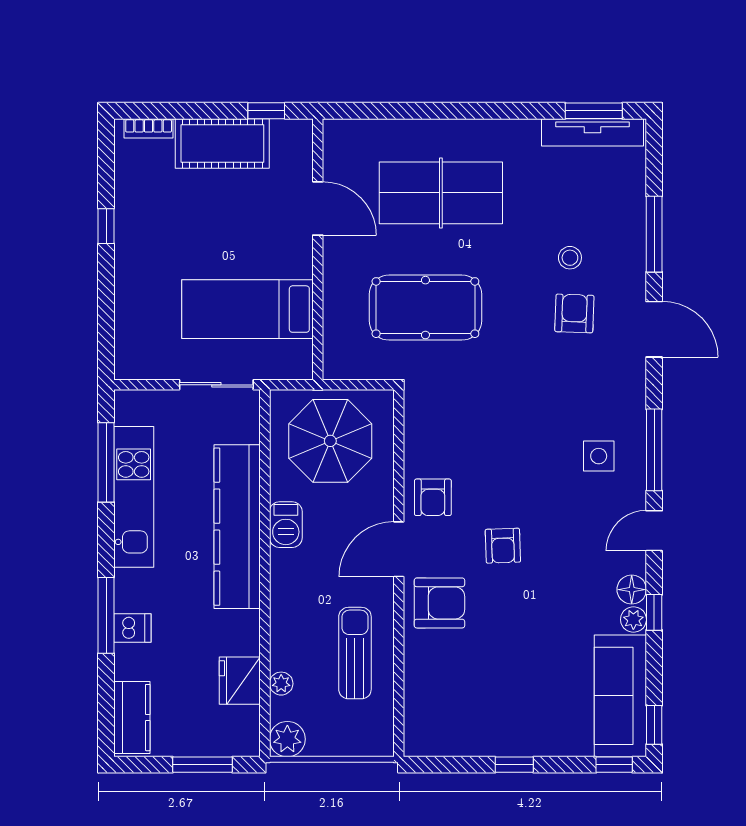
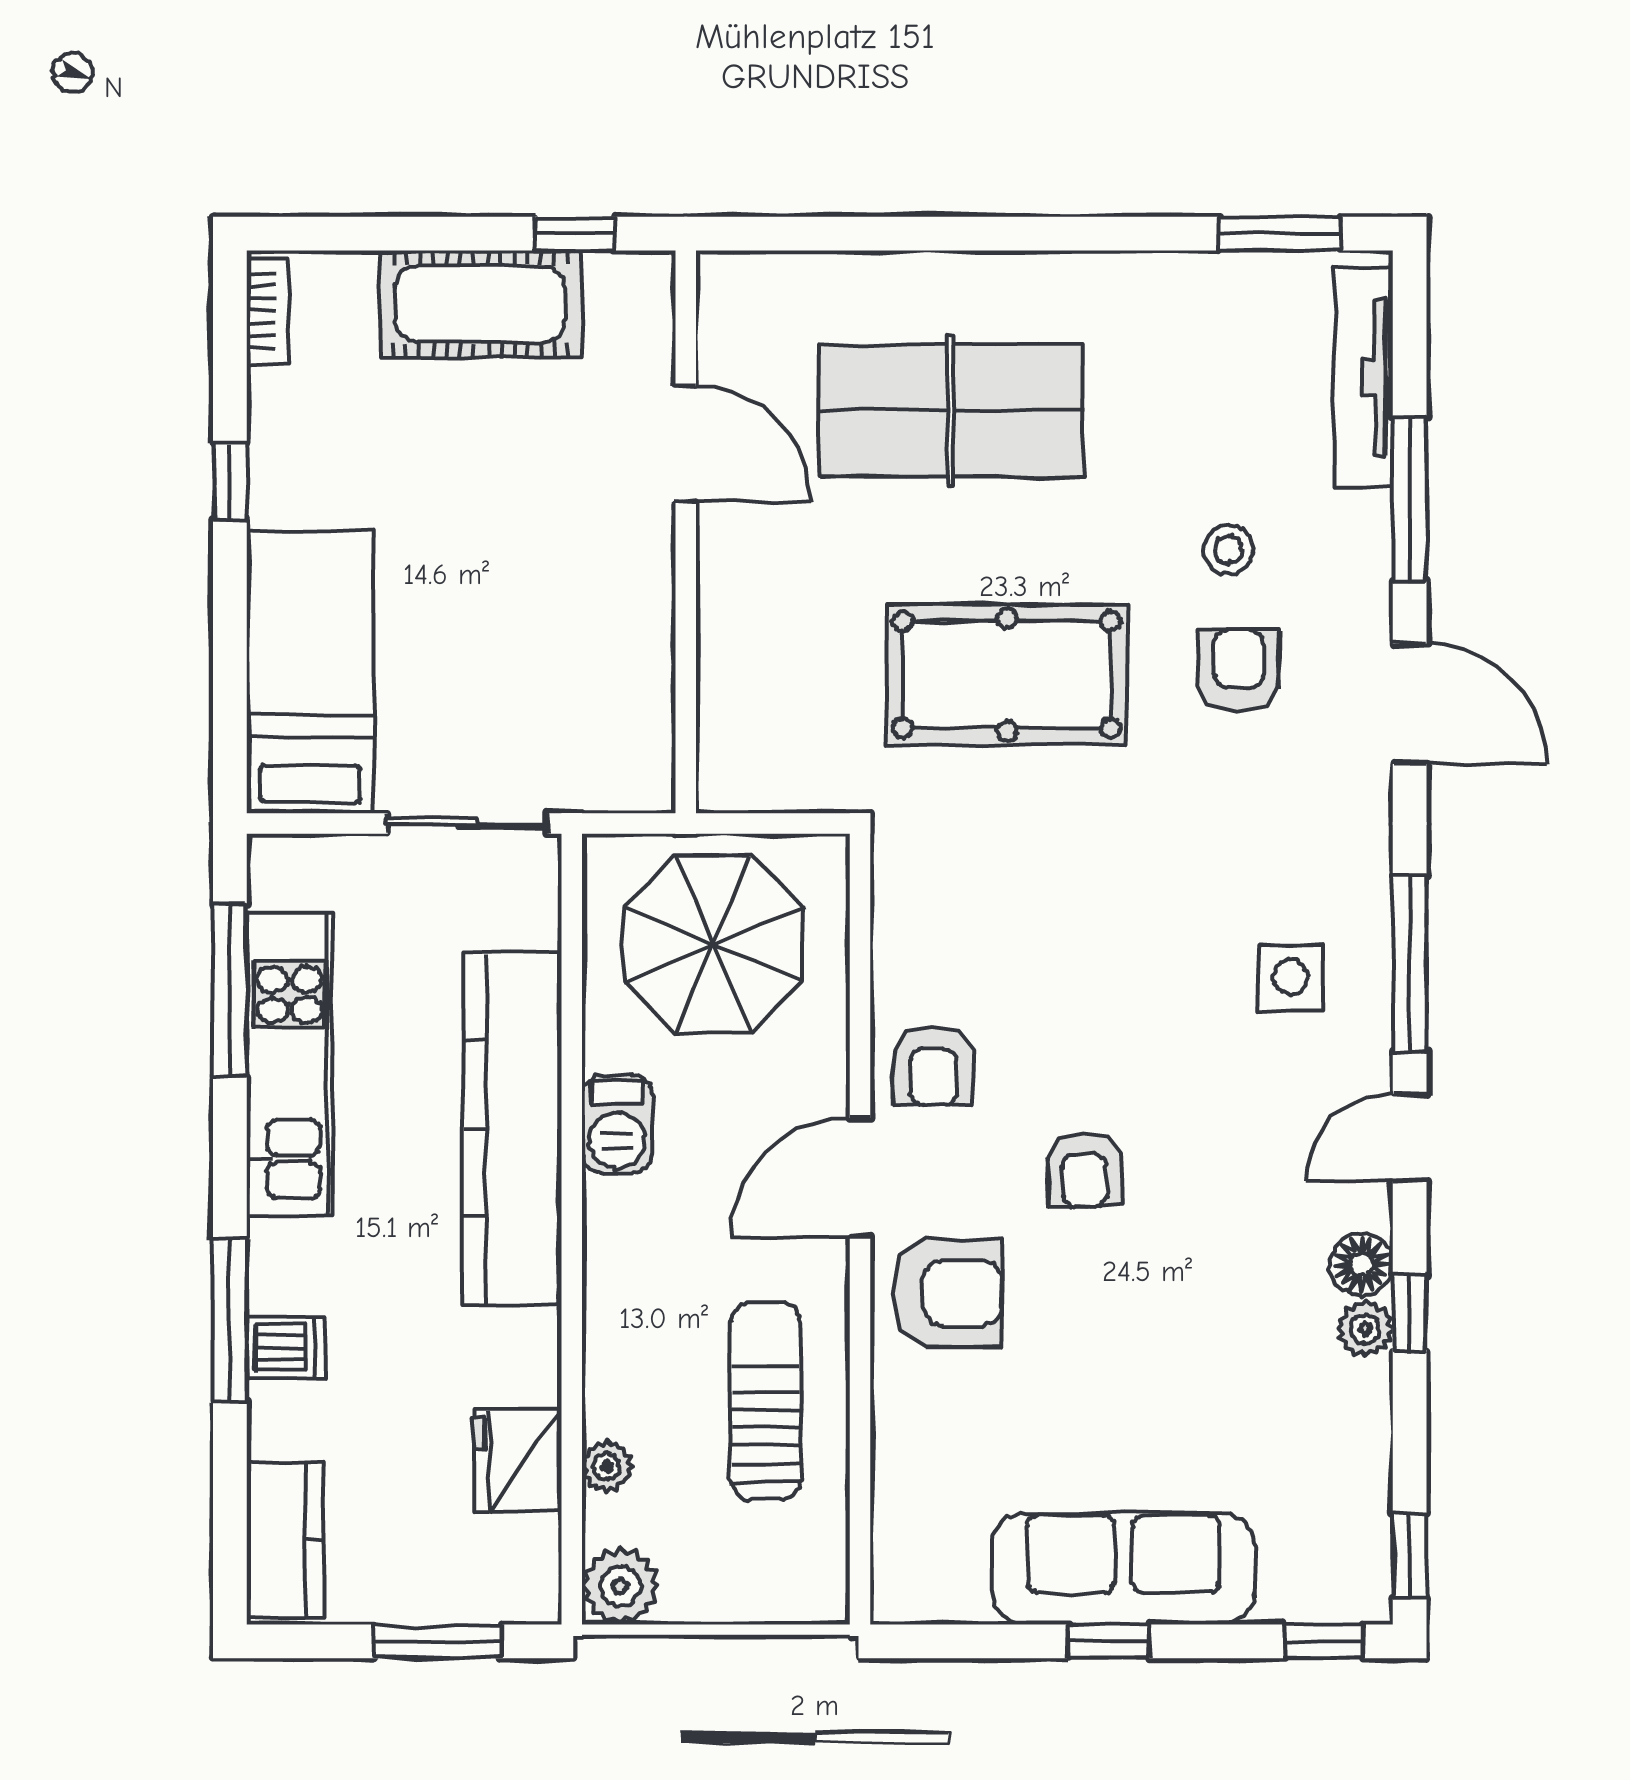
bookcase: (149, 128) -> (268, 311), moved, turned -90
tv unit: (592, 132) -> (1363, 378), moved, turned 90
pool table: (425, 308) -> (1007, 675), moved
bed: (247, 309) -> (310, 672), moved, turned 90
sofa: (620, 696) -> (1123, 1569), moved, turned 90

